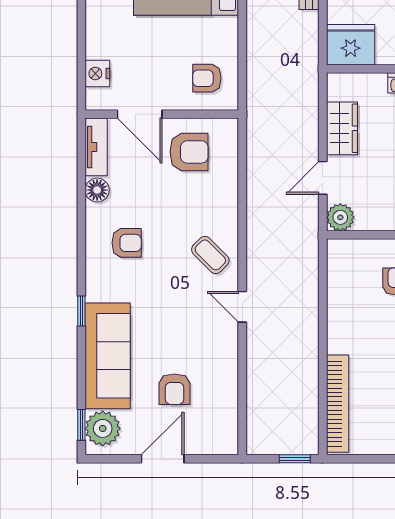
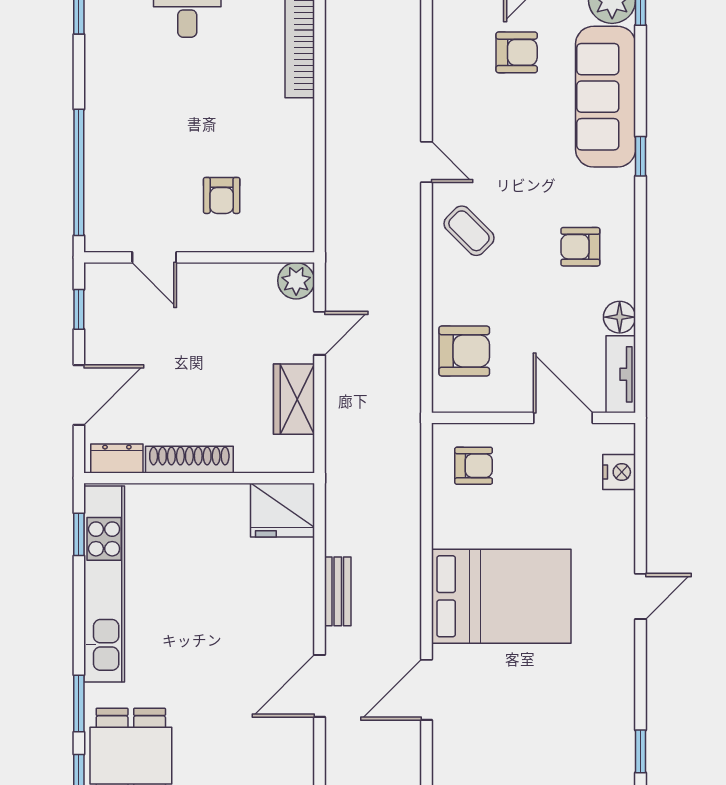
armchair: (189, 152) -> (464, 351), moved, turned 180
armchair: (174, 389) -> (517, 52), turned 90

